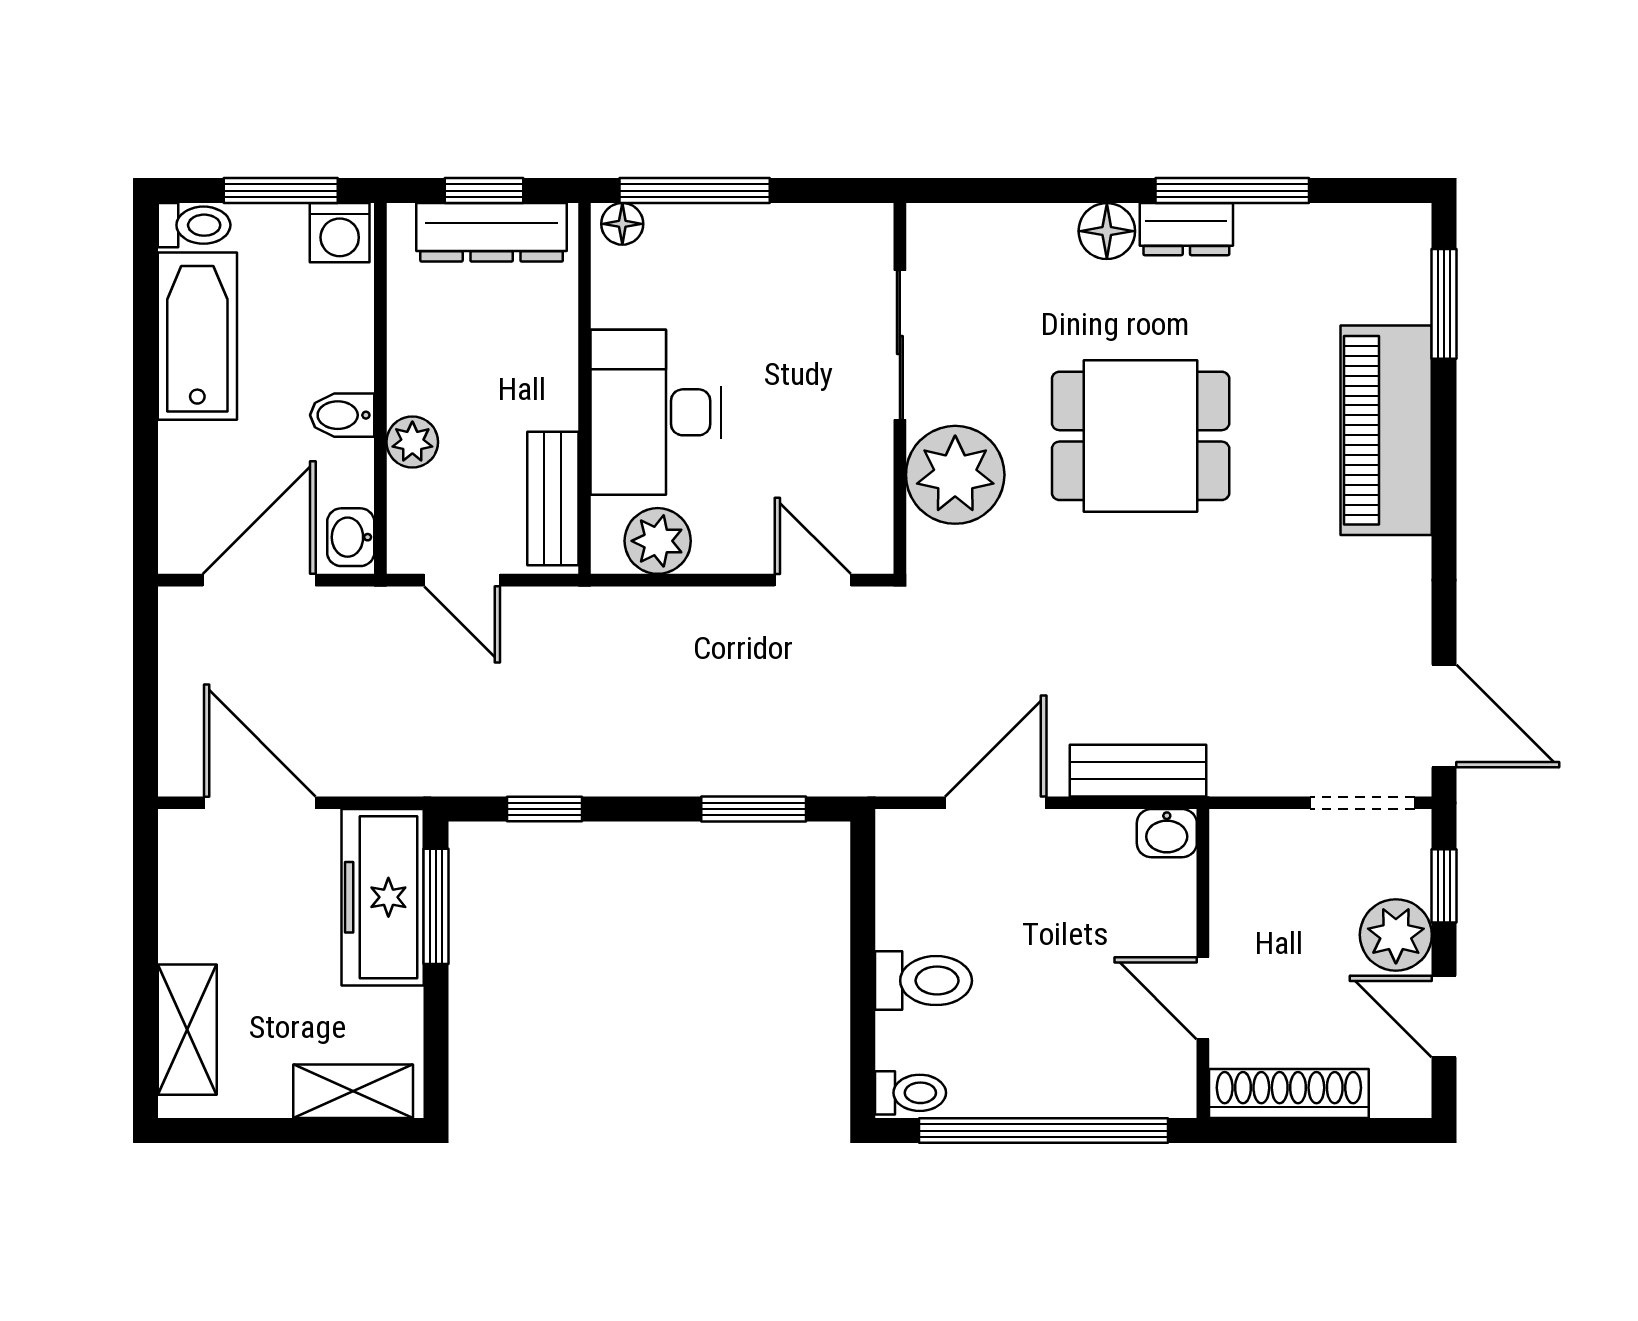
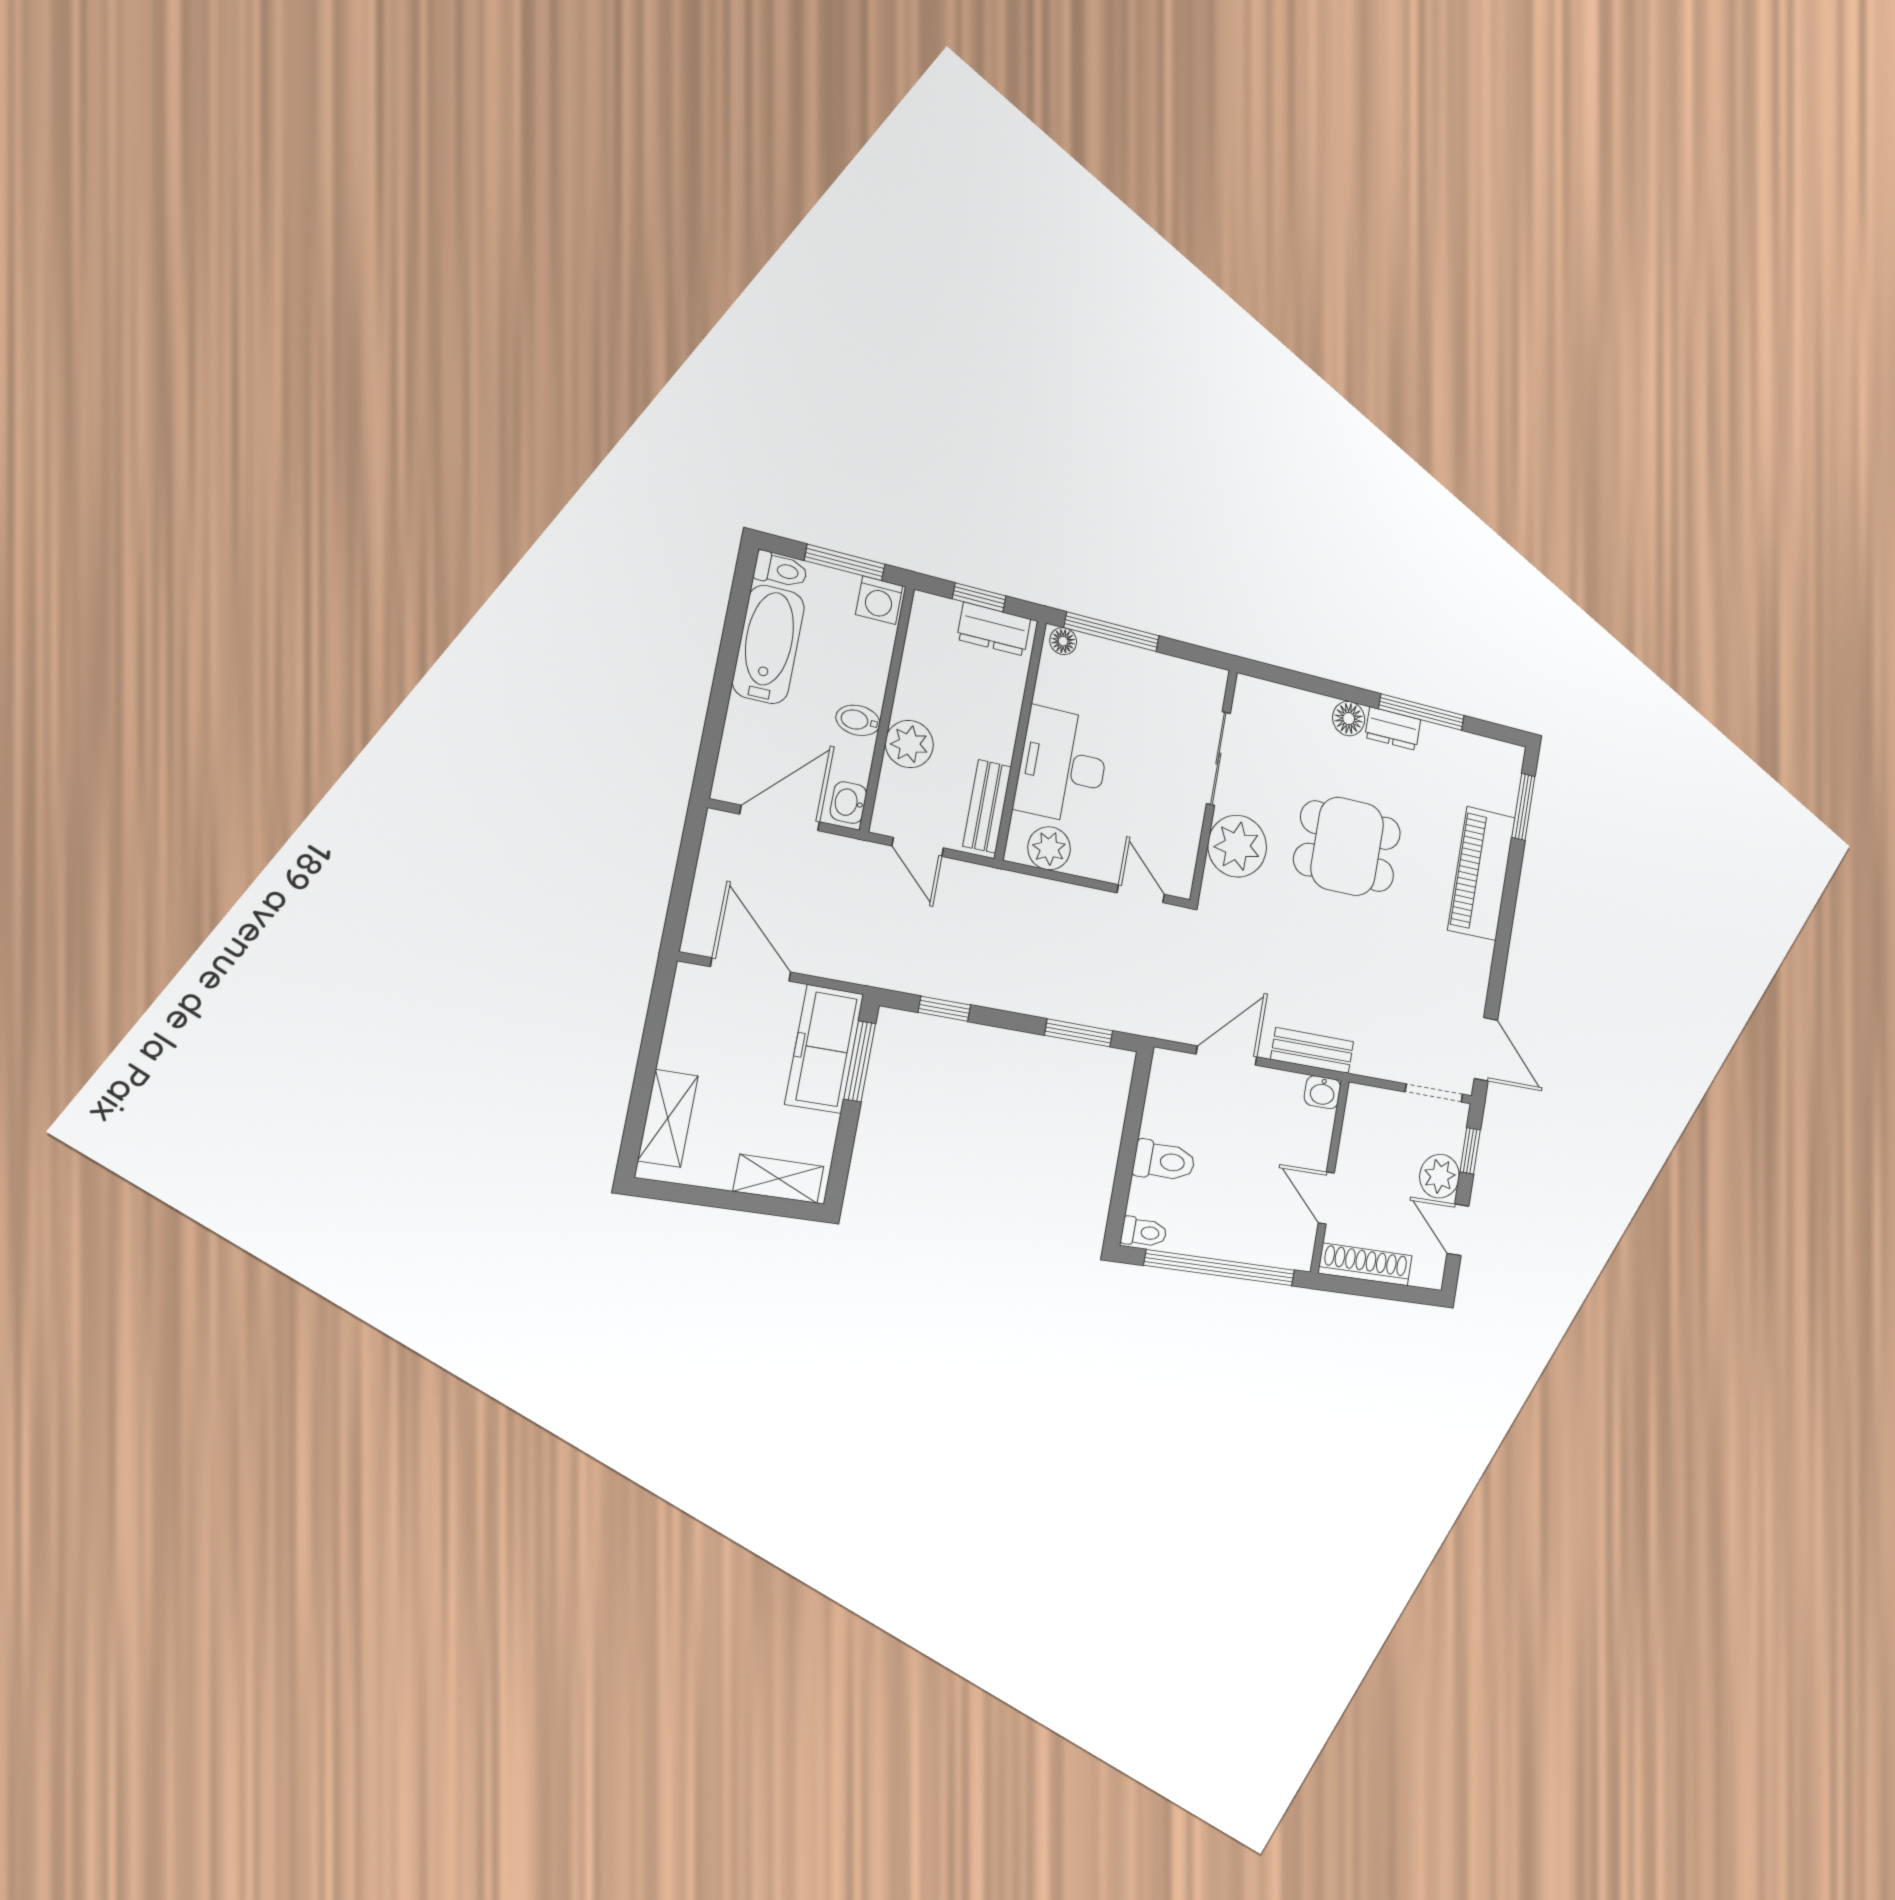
dresser: (492, 232) -> (994, 629), width x0.70
plant: (412, 442) -> (909, 744), width x1.38, depth x1.38

